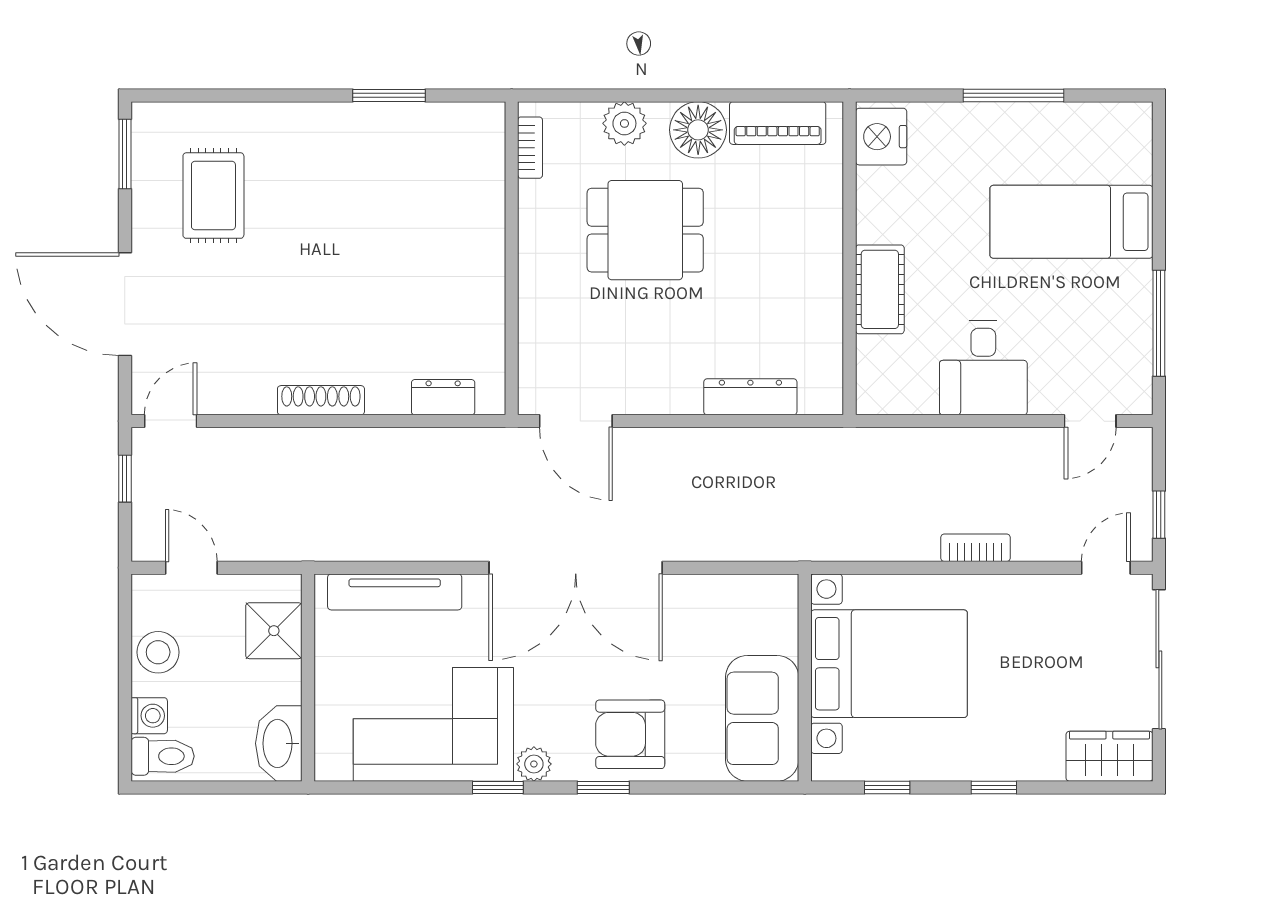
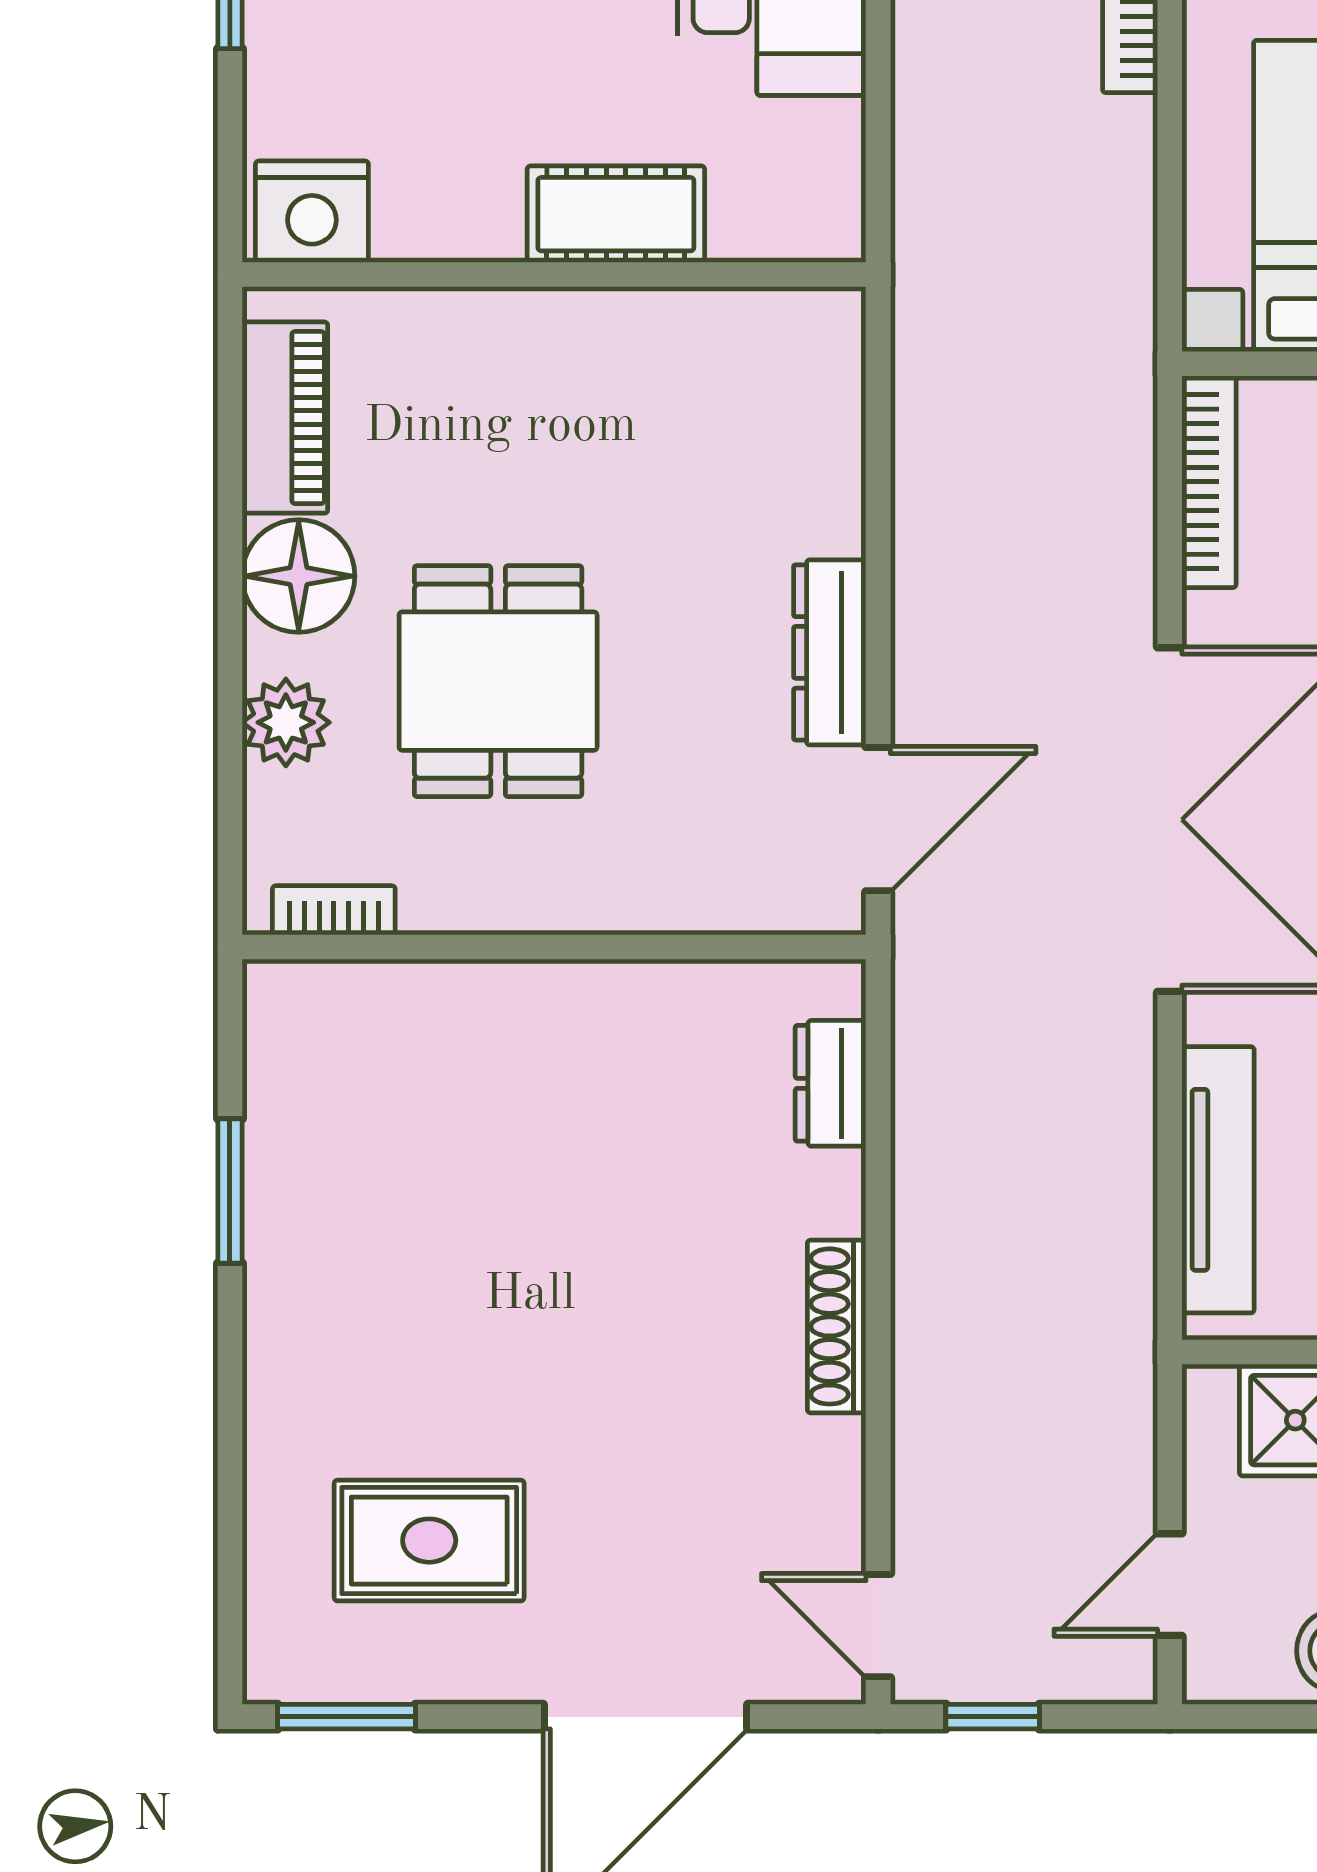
dresser: (750, 397) -> (830, 652), moved
bookcase: (745, 587) -> (1209, 482), added

